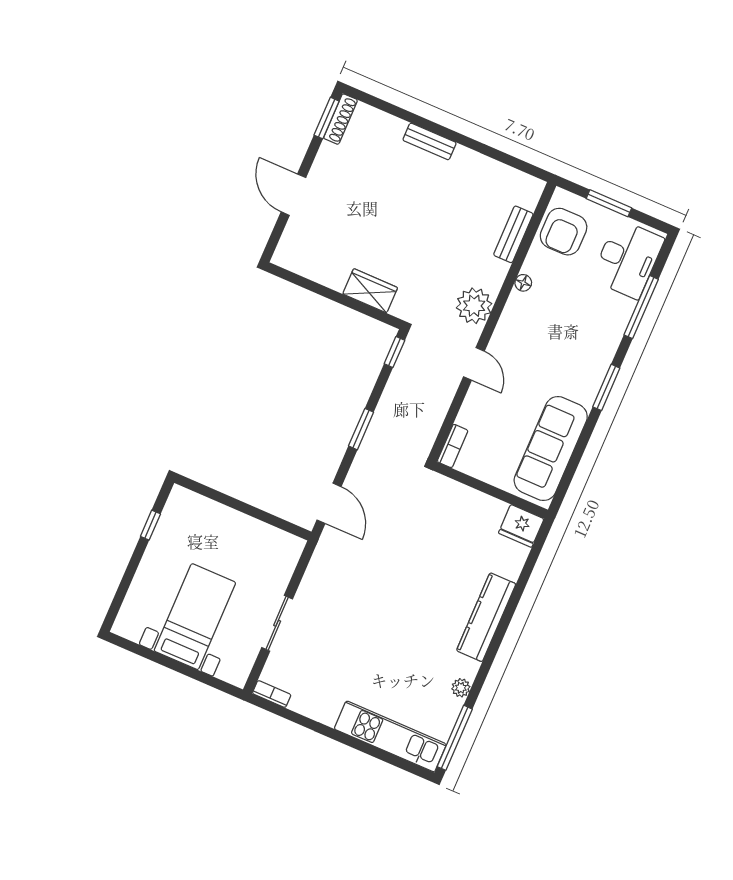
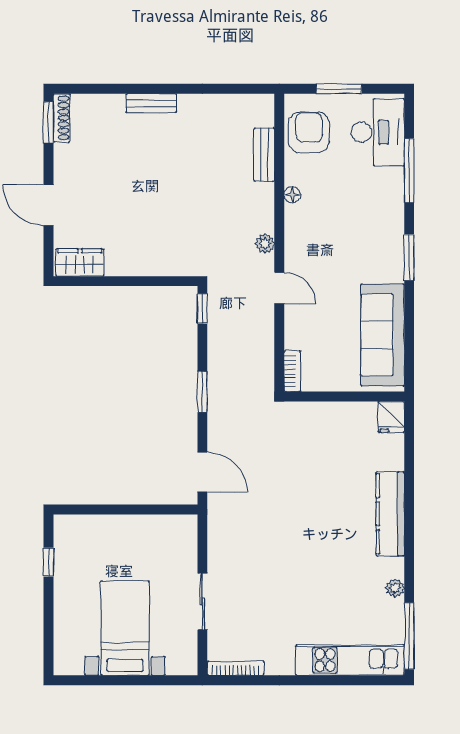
armchair: (564, 232) -> (309, 132), turned 180
wardrobe: (370, 291) -> (80, 262), moved
plant: (474, 306) -> (265, 243), width x0.53, depth x0.53
fridge: (521, 526) -> (391, 417), width x0.72
bookcase: (272, 694) -> (236, 668), width x1.56

